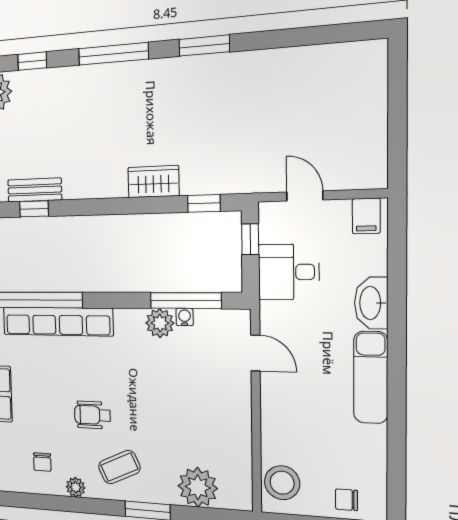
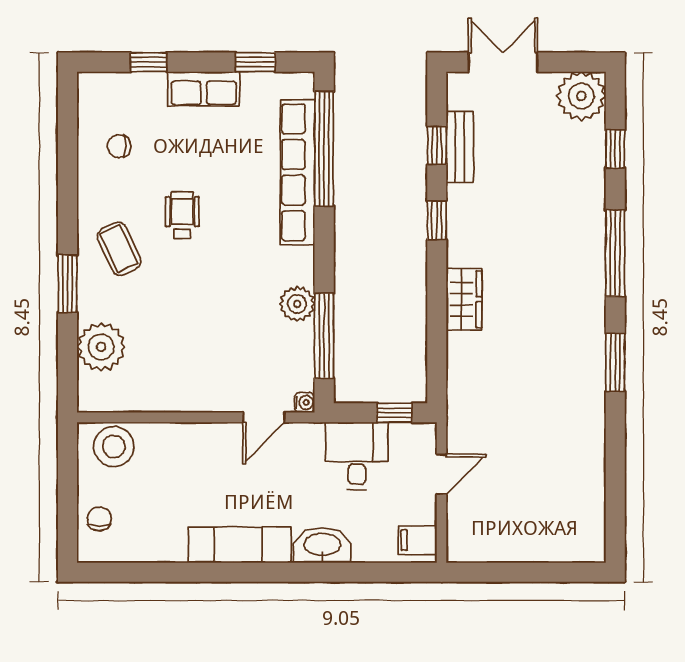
window: (204, 203) -> (437, 220), moved
water cooler: (184, 317) -> (305, 403), moved
plant: (76, 487) -> (90, 190), removed

